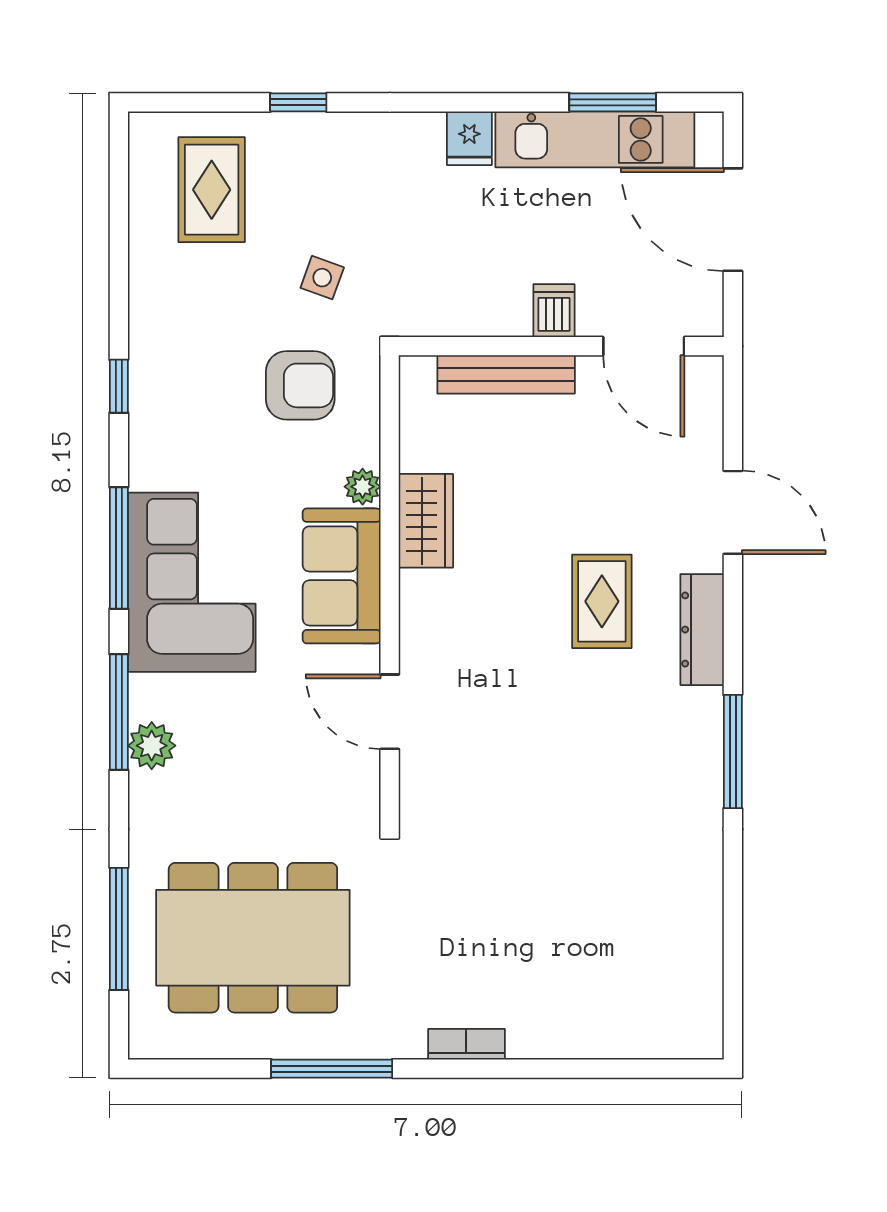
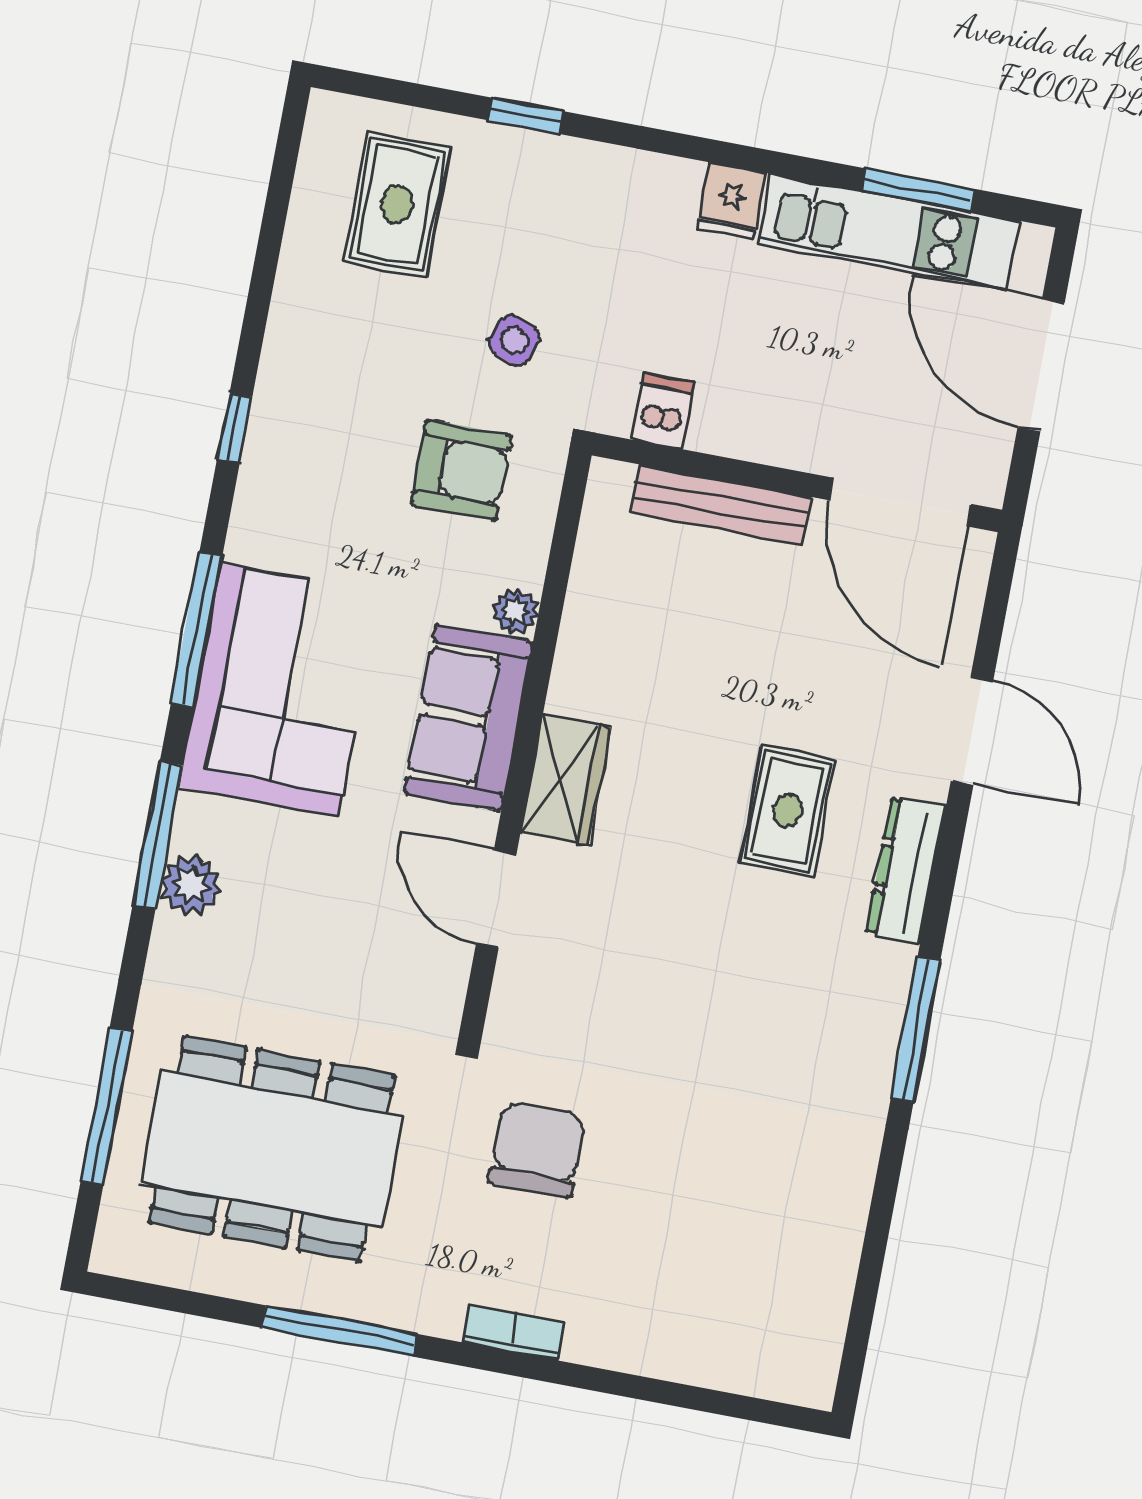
dishwasher: (554, 311) -> (663, 411), moved
door: (644, 346) -> (900, 502), width x1.36
wardrobe: (426, 521) -> (566, 780), moved
chair: (458, 900) -> (537, 1150), added

